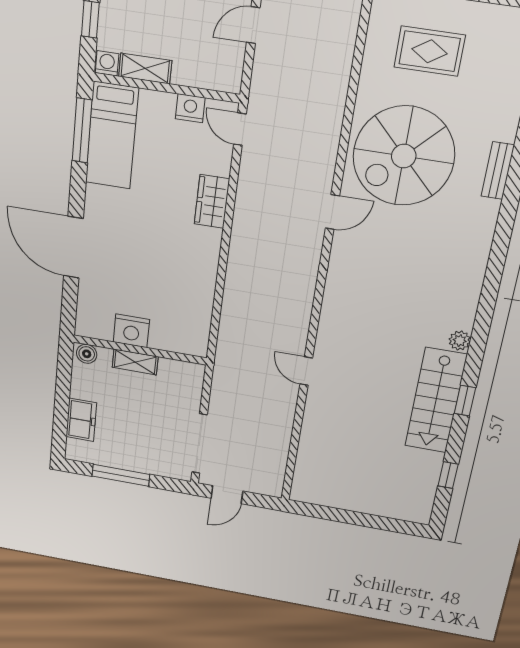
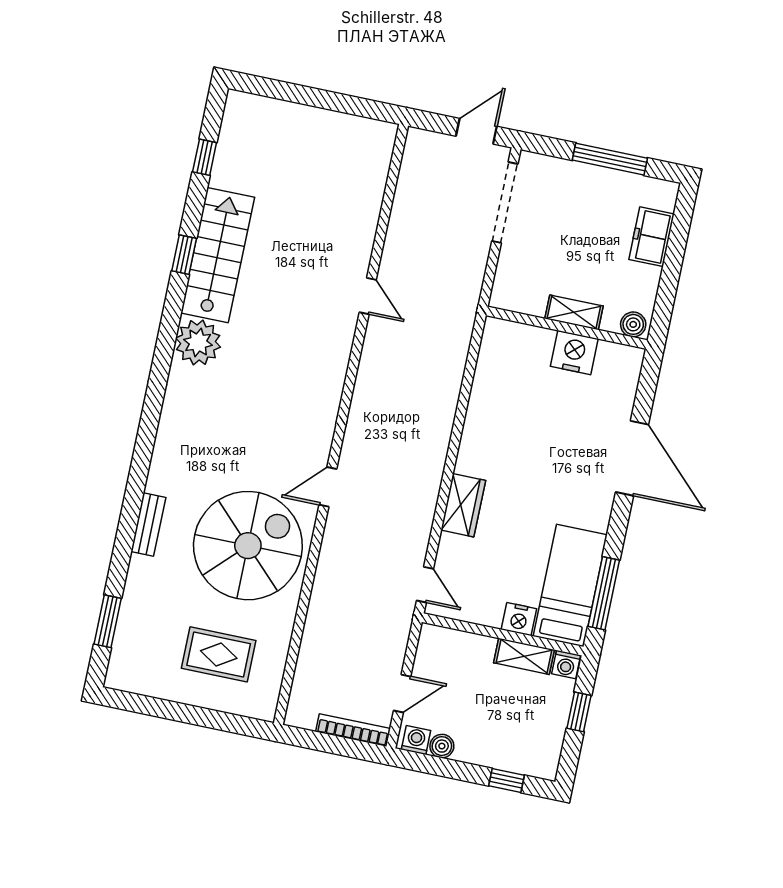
nightstand: (190, 108) -> (519, 619), moved
plant: (460, 341) -> (198, 342), width x1.87, depth x1.87

